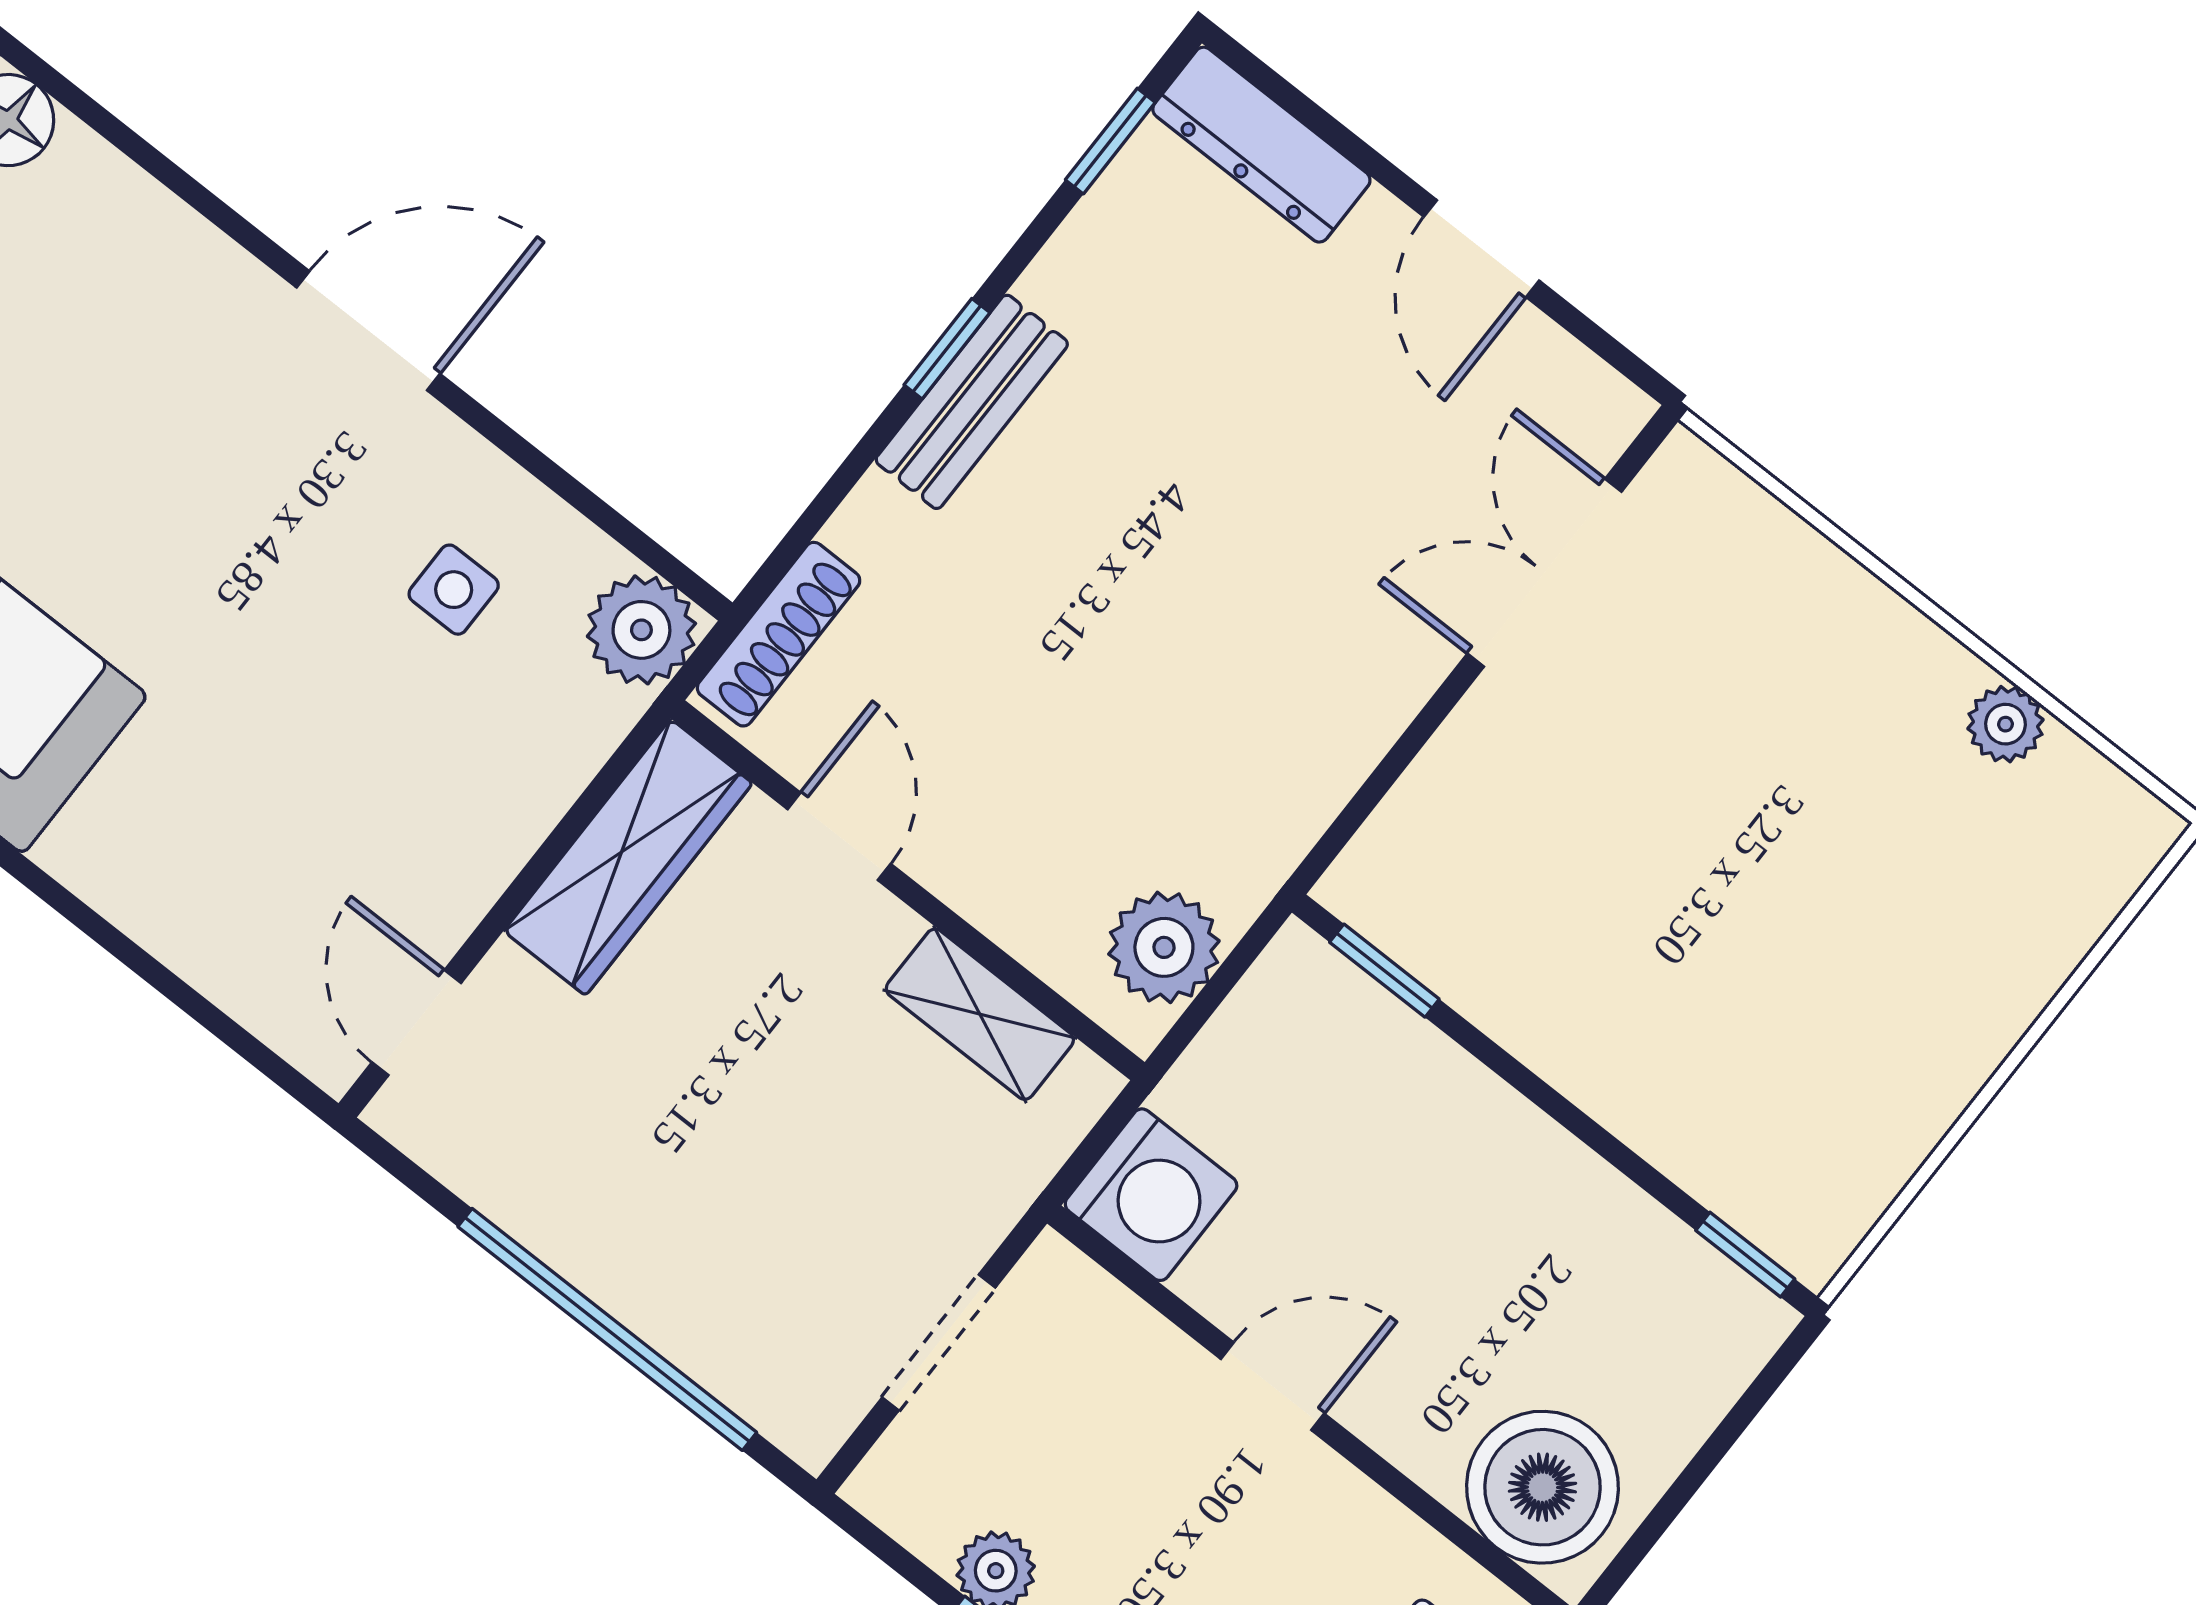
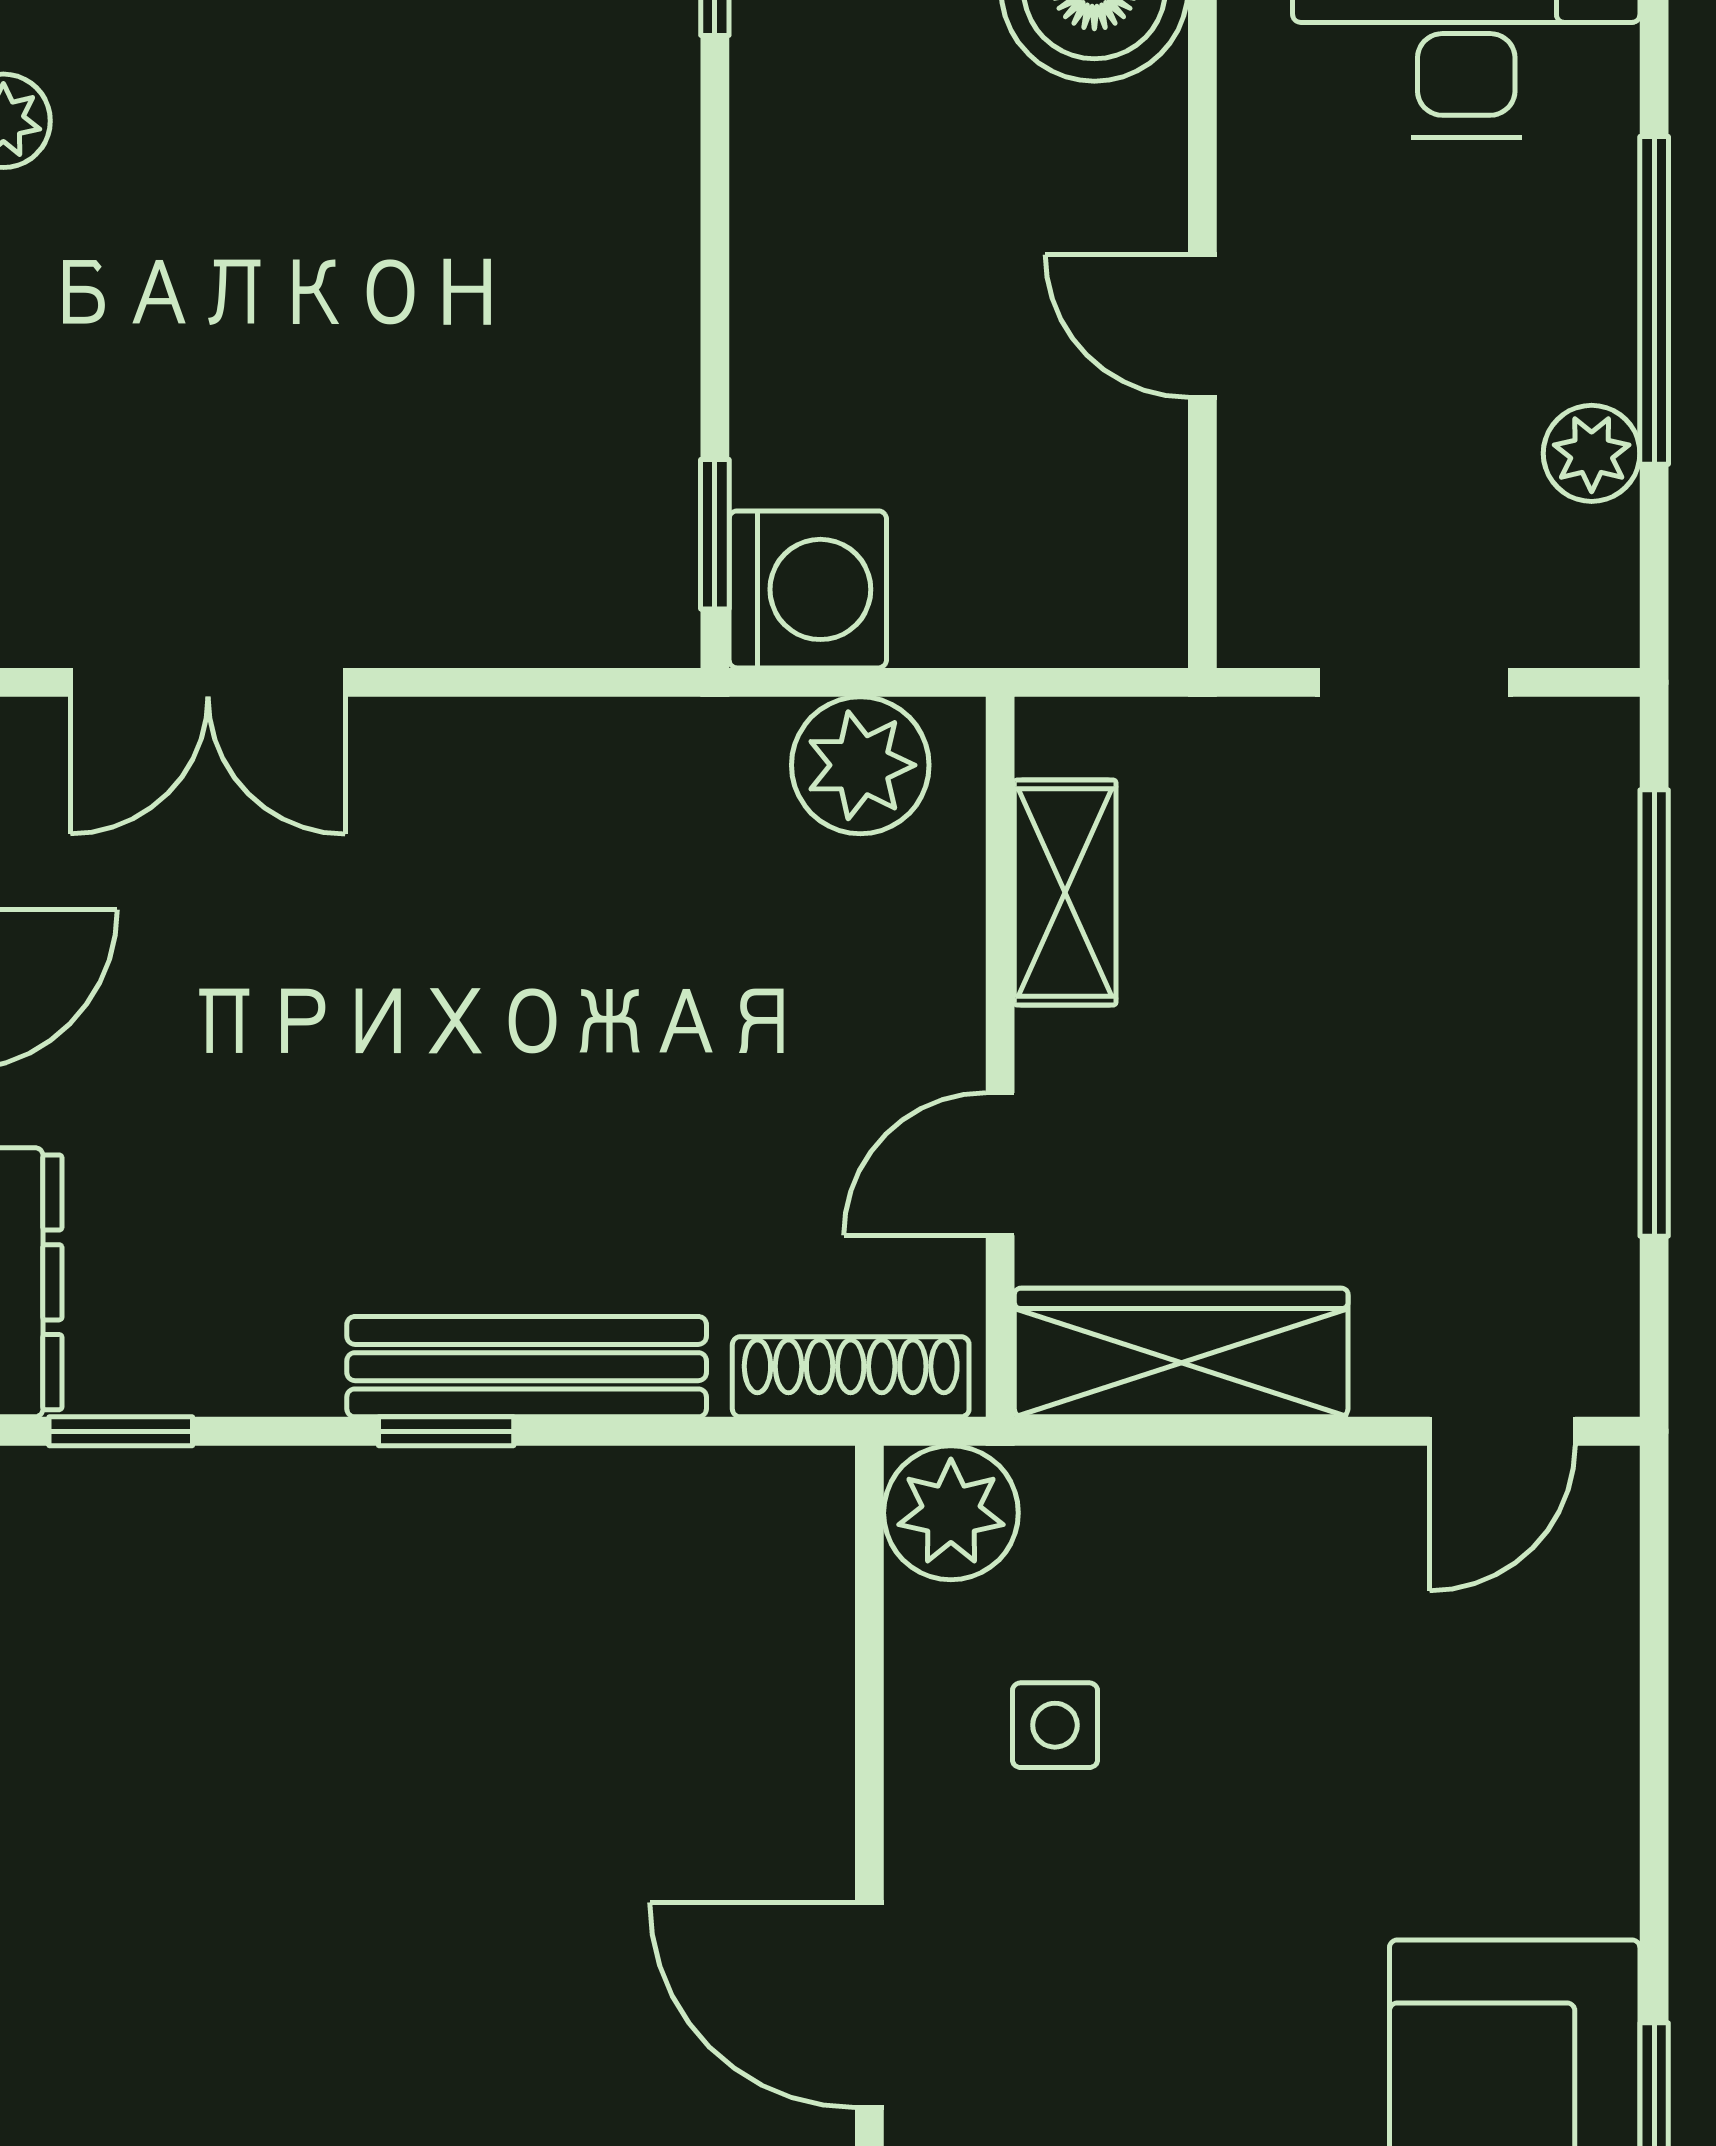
bench: (972, 402) -> (527, 1367), width x1.36
washing machine: (1151, 1195) -> (808, 589), moved, turned 90

